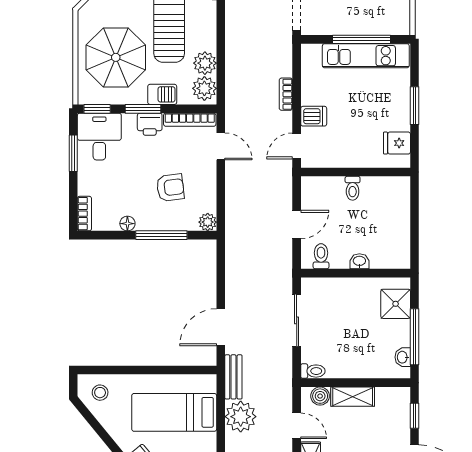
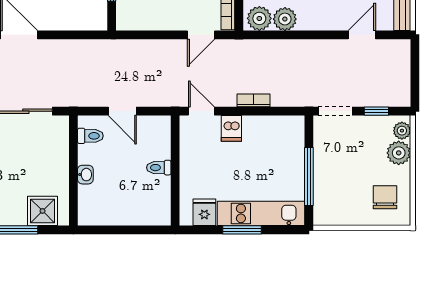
kitchen unit: (366, 56) -> (261, 213), moved, turned 90
plant: (208, 222) -> (125, 22), removed

